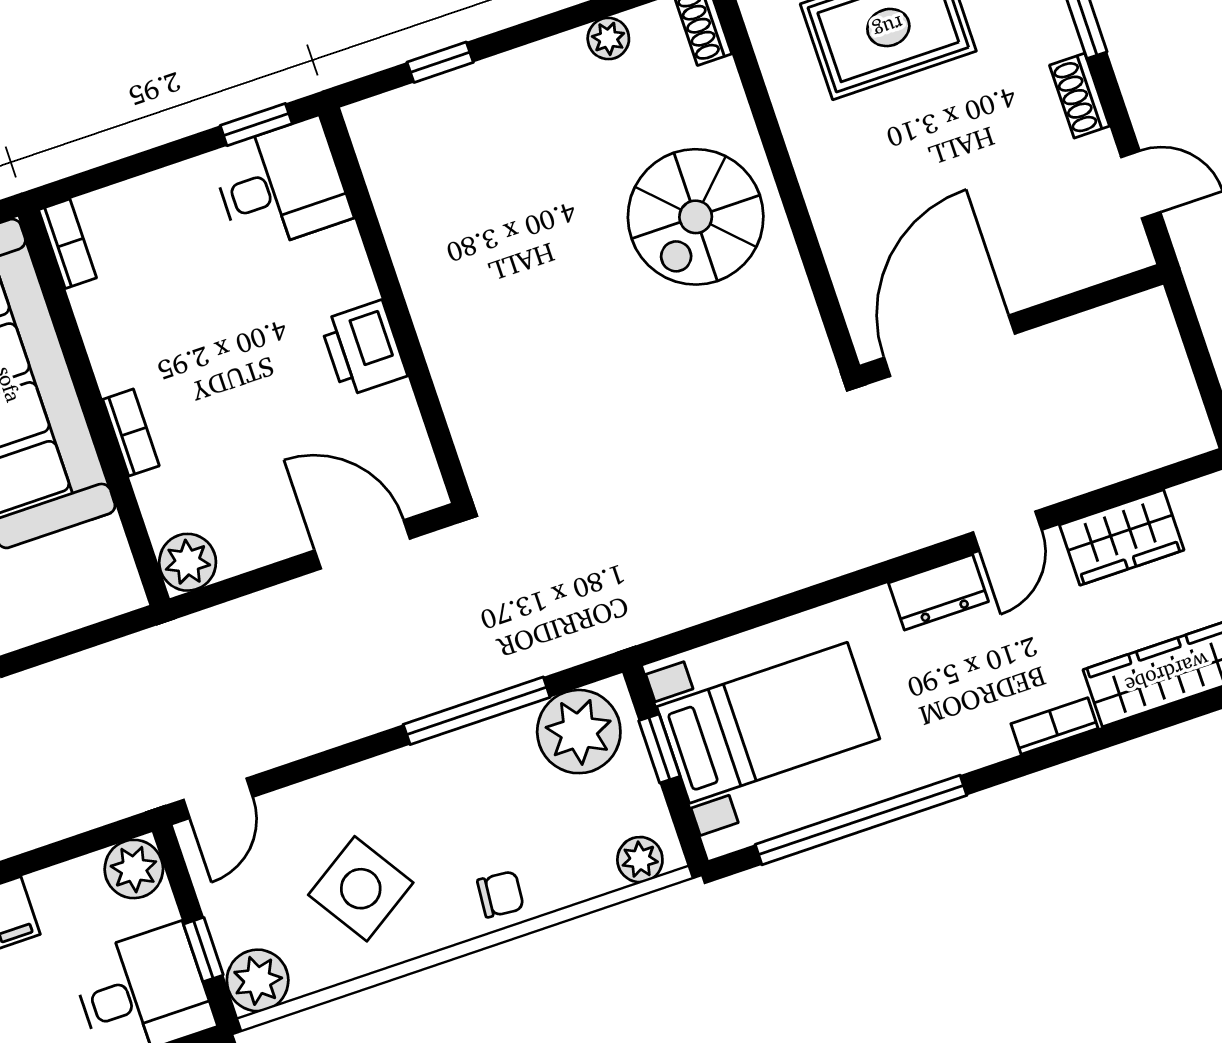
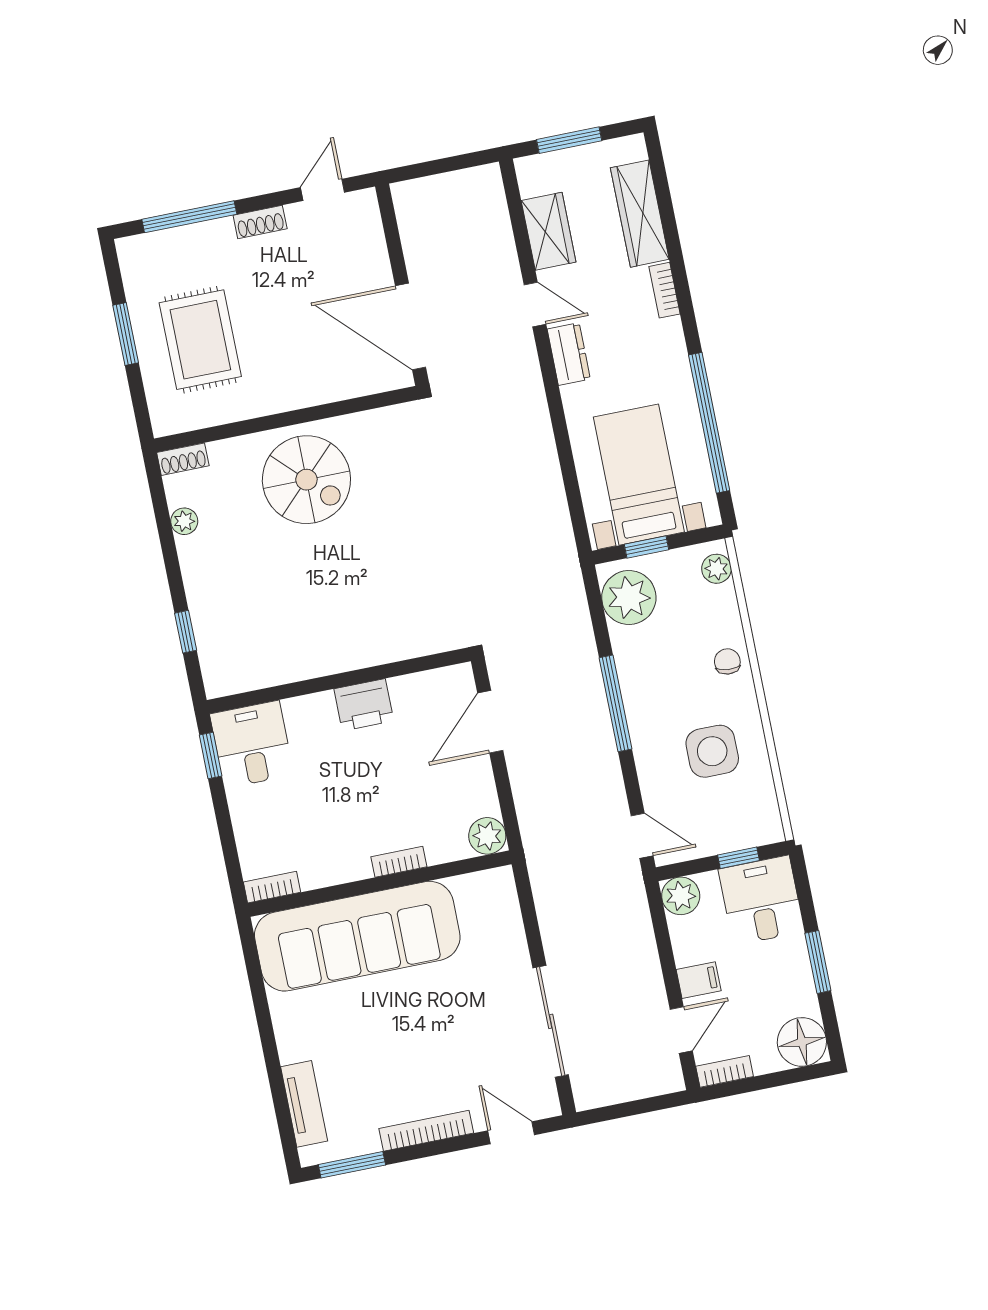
window: (477, 711) -> (615, 703), moved
side table: (361, 889) -> (712, 751), turned 33
plant: (258, 980) -> (763, 825), removed

